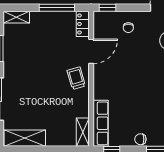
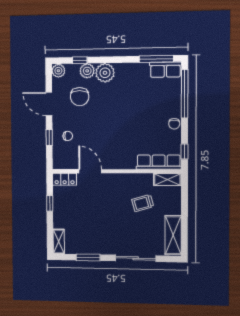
window: (57, 8) -> (50, 203), width x0.46
window: (107, 8) -> (49, 137), moved
trolley: (76, 78) -> (143, 203), moved

